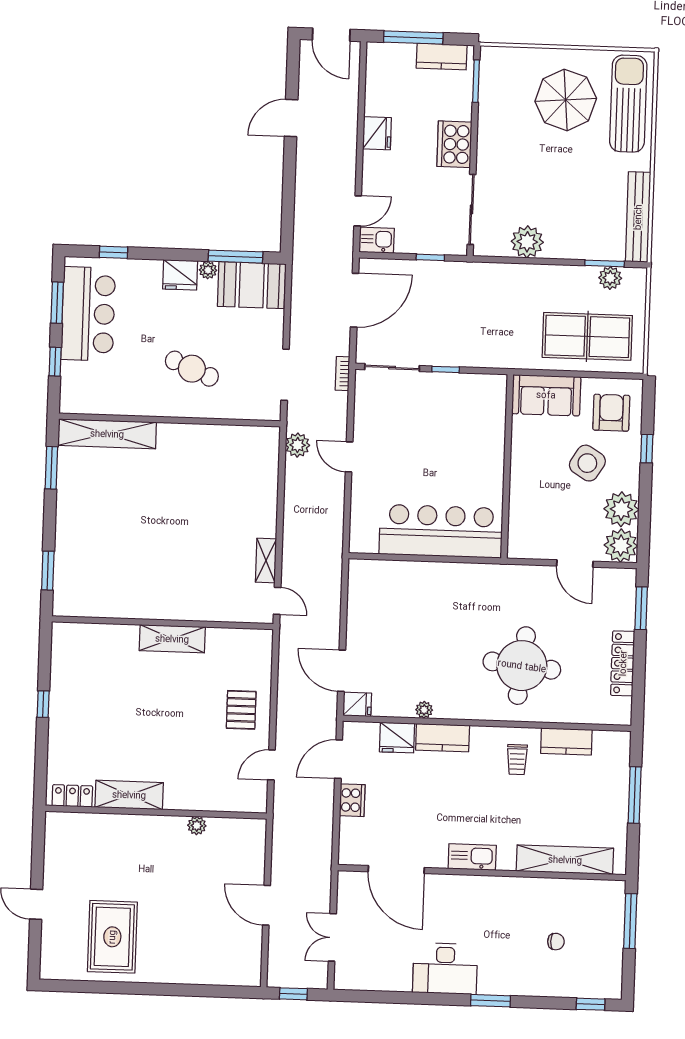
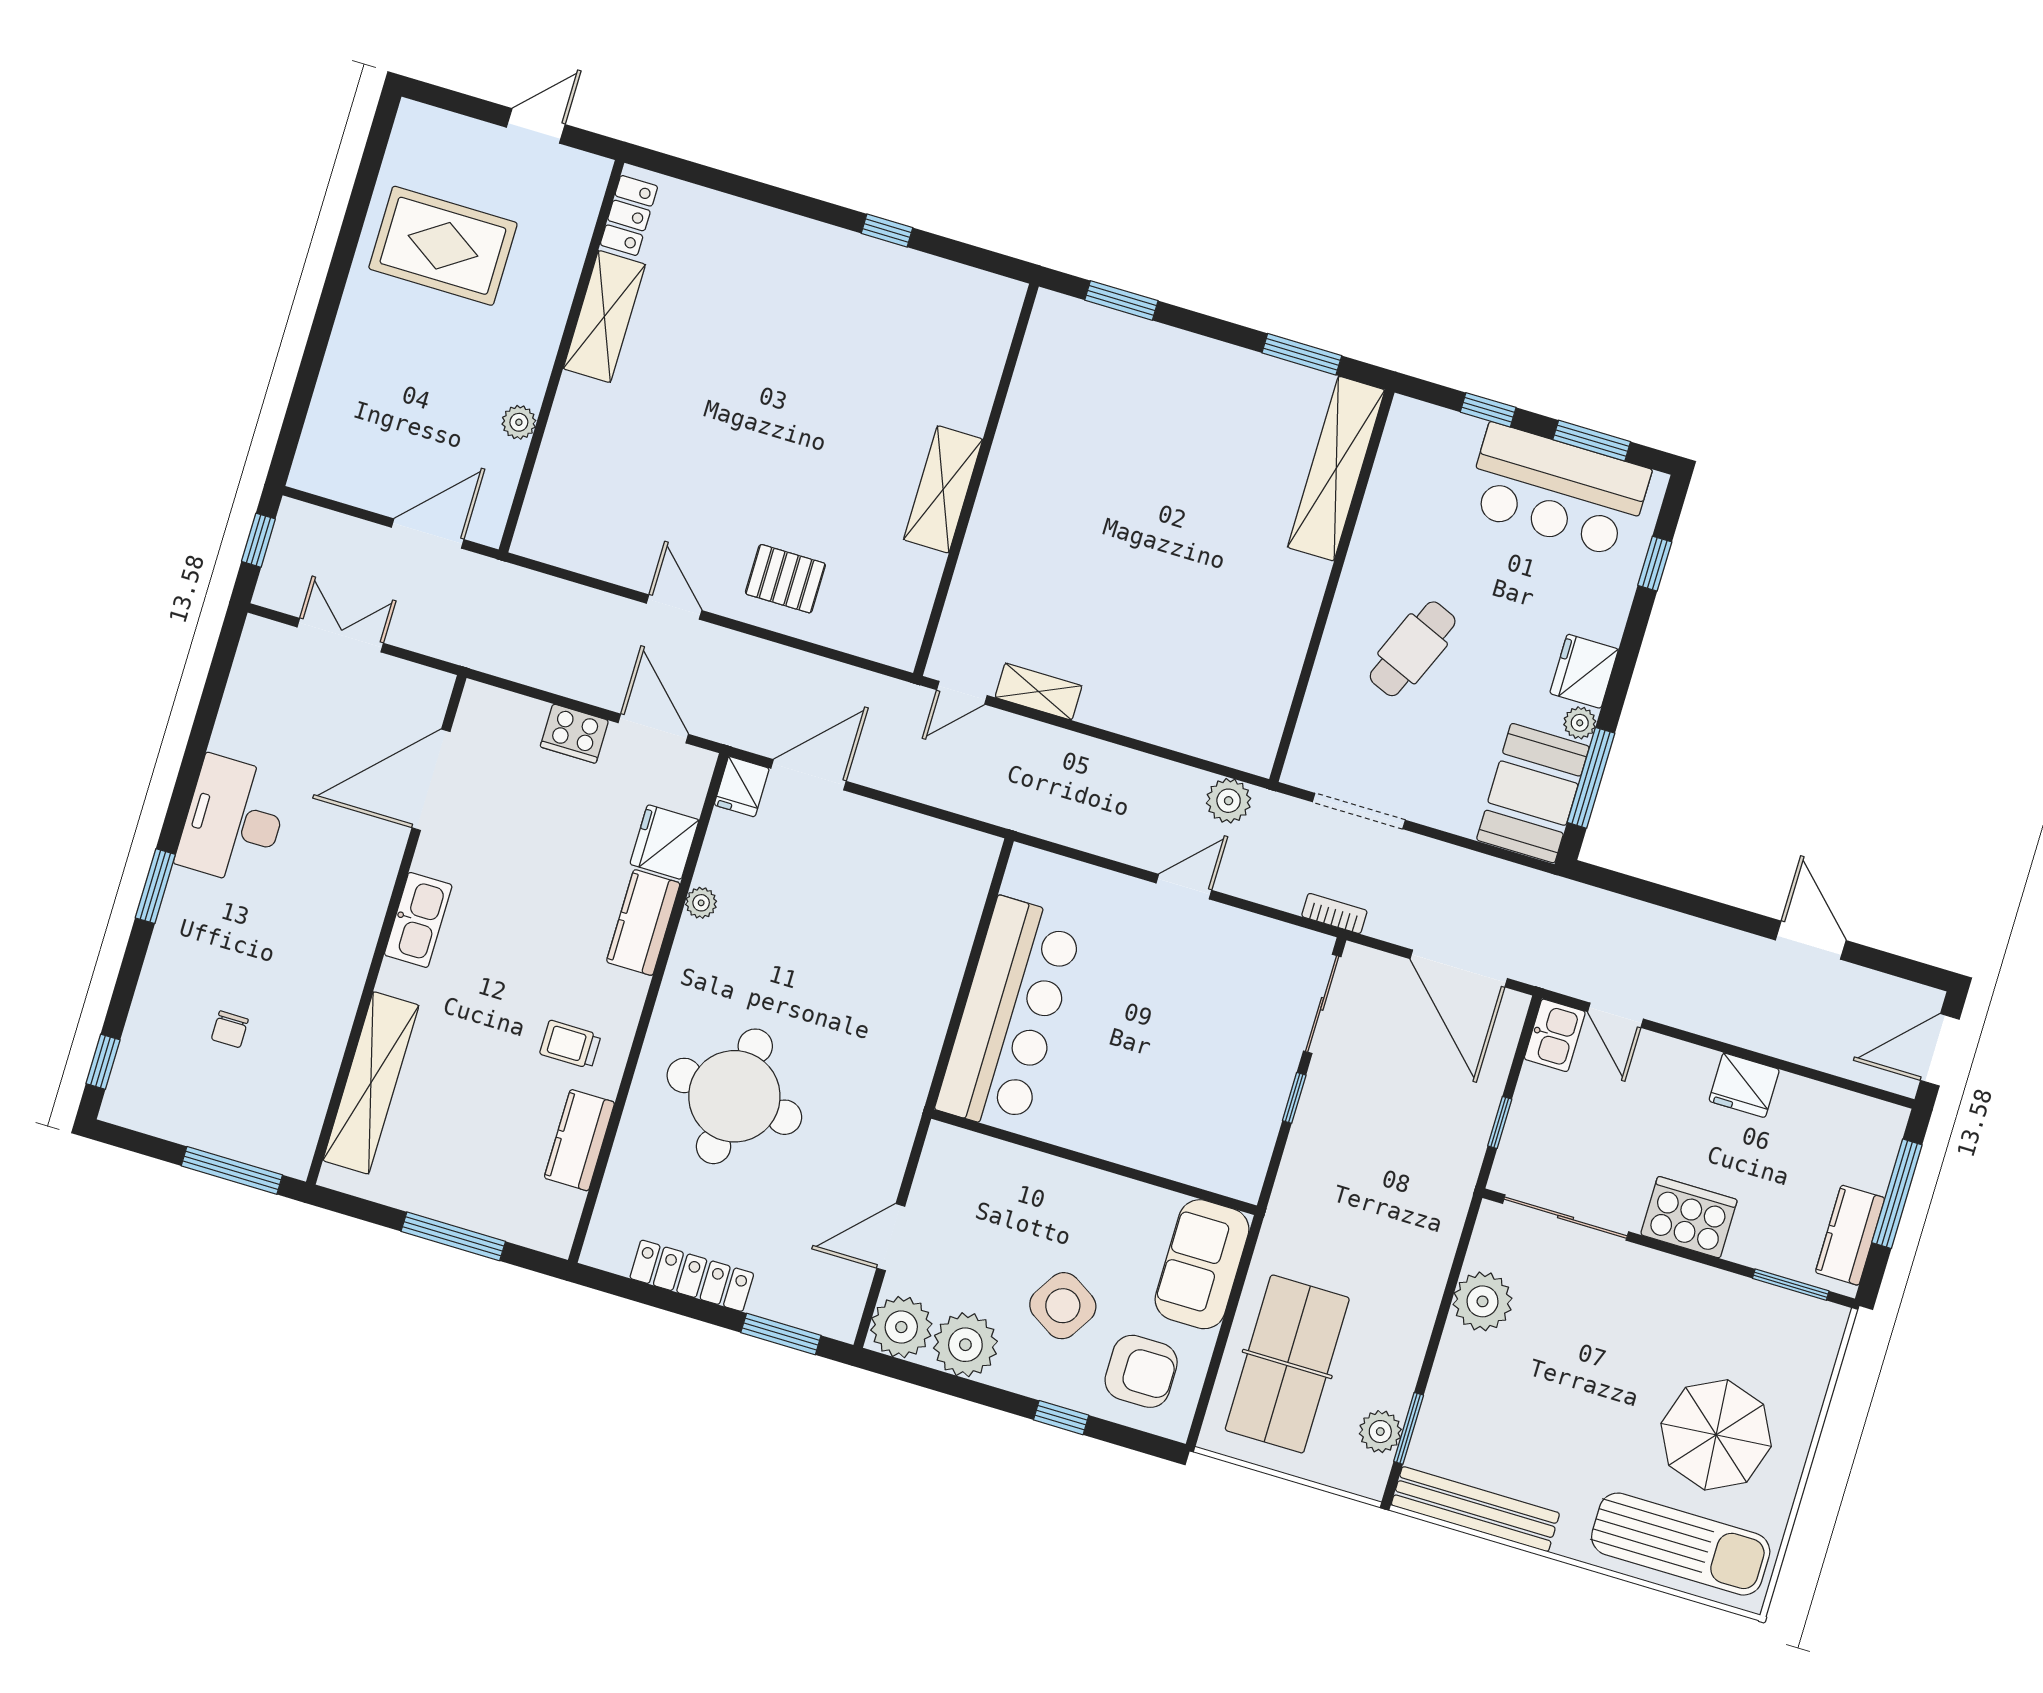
shelving: (129, 795) -> (604, 317), moved
locker: (72, 796) -> (629, 215), moved
wall: (156, 812) -> (562, 356), moved
plant: (197, 826) -> (519, 422), moved

